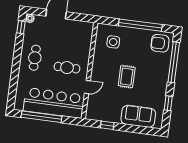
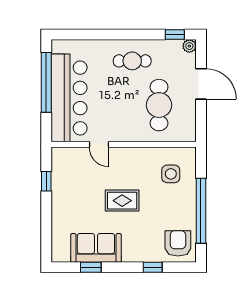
window: (174, 62) -> (153, 267), width x0.32
cafe table: (67, 68) -> (159, 105), moved, width x1.37, depth x1.35
sofa: (138, 116) -> (96, 248), moved, turned -90

